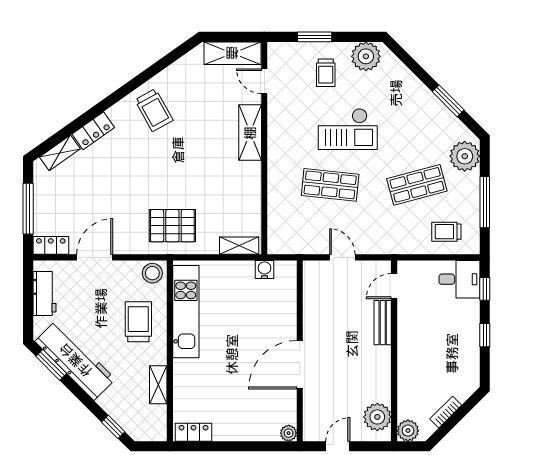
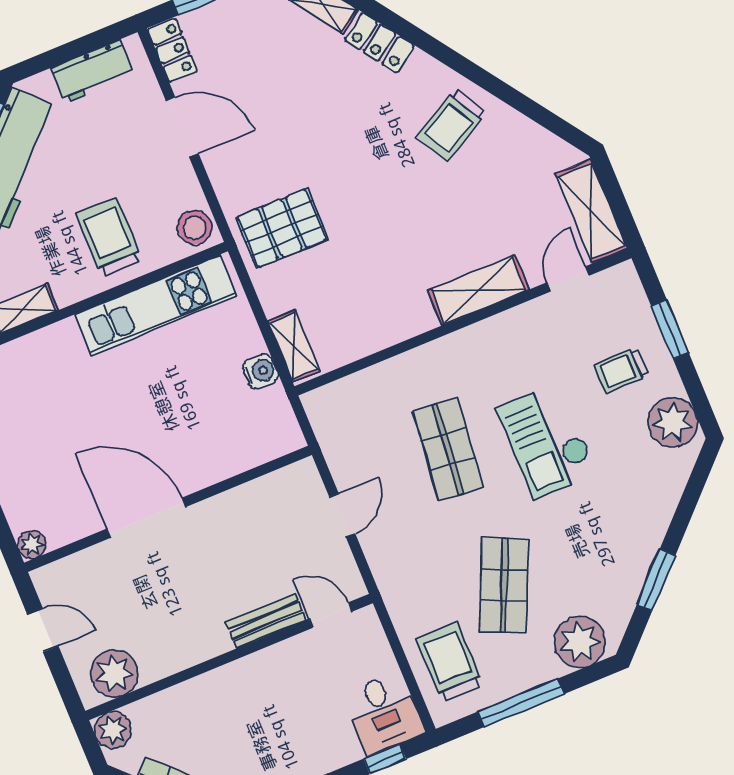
shop shelf: (417, 185) -> (504, 585), turned 39
pallet: (172, 226) -> (282, 228), turned 90
trolley: (446, 232) -> (450, 662), width x1.36, depth x1.39
water cooler: (265, 269) -> (261, 371), moved
trolley: (138, 322) -> (109, 237), turned -90

